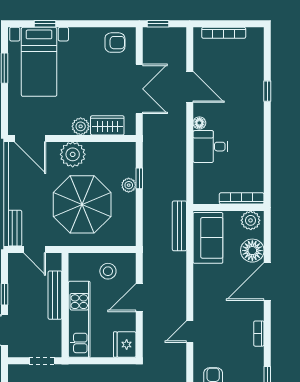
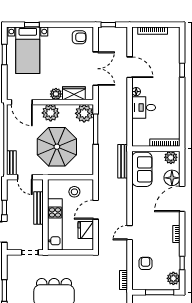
window: (139, 178) -> (96, 129), width x2.17
plant: (129, 185) -> (84, 113), moved, width x1.87, depth x1.87
fridge: (125, 345) -> (86, 230), moved

